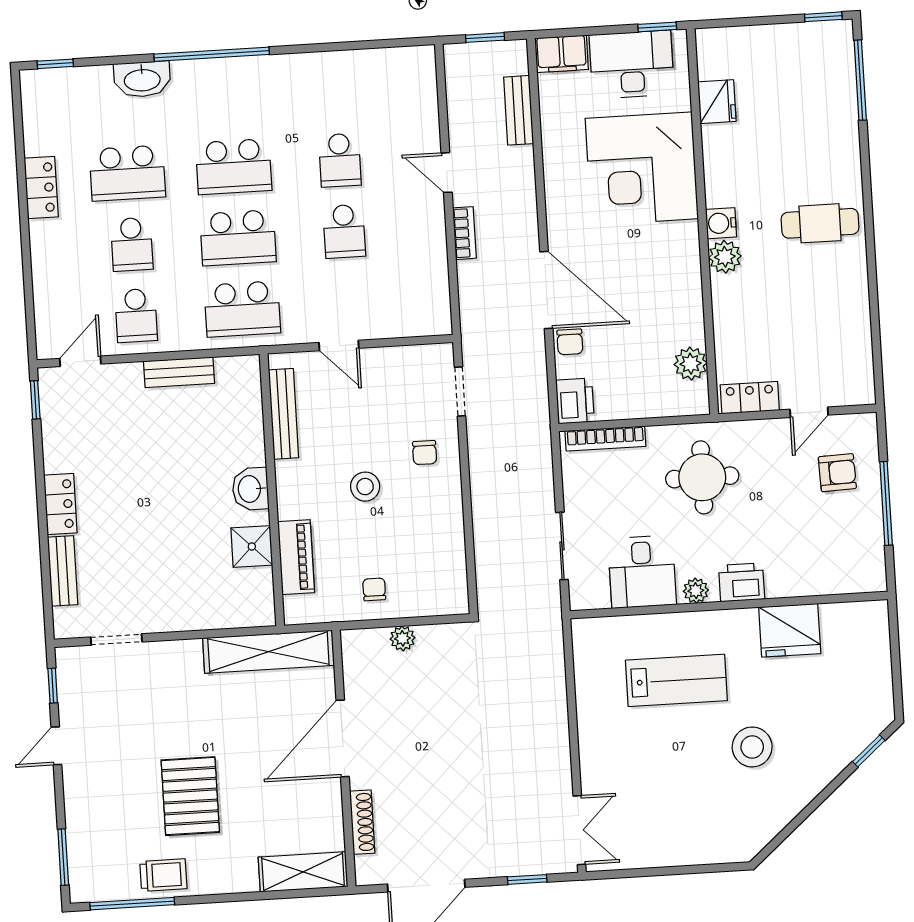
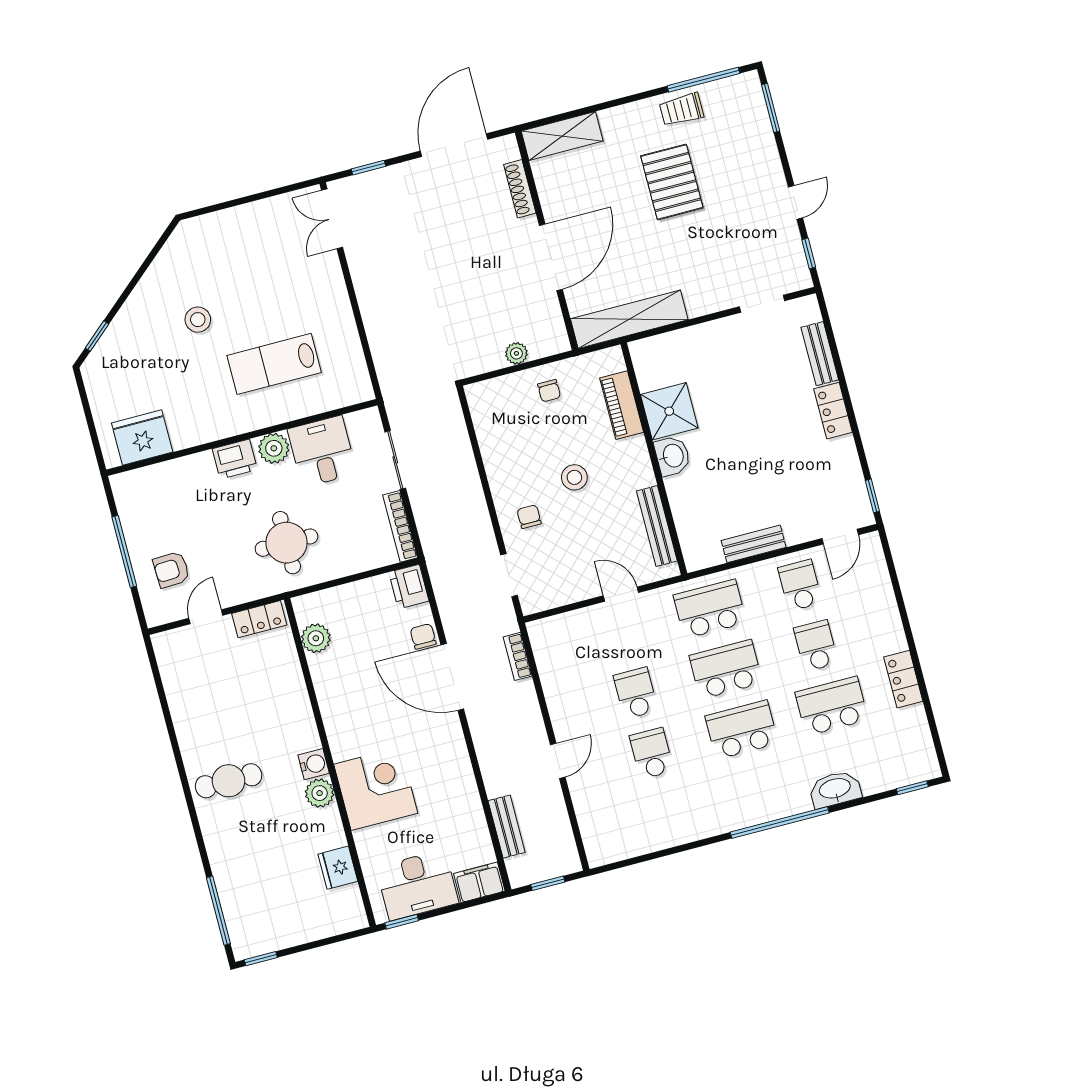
corner desk: (642, 168) -> (376, 789), width x0.74, depth x0.74
door: (447, 173) -> (558, 761), hinge flipped
bookcase: (464, 233) -> (518, 656), moved
plant: (725, 257) -> (320, 793), moved
bookcase: (605, 439) -> (400, 526), moved, turned -90
shower: (252, 546) -> (669, 411), width x1.36, depth x1.36
plant: (696, 591) -> (274, 448), width x1.38, depth x1.38
fridge: (790, 630) -> (142, 438), moved
stool: (752, 747) -> (198, 320), width x0.73, depth x0.73

